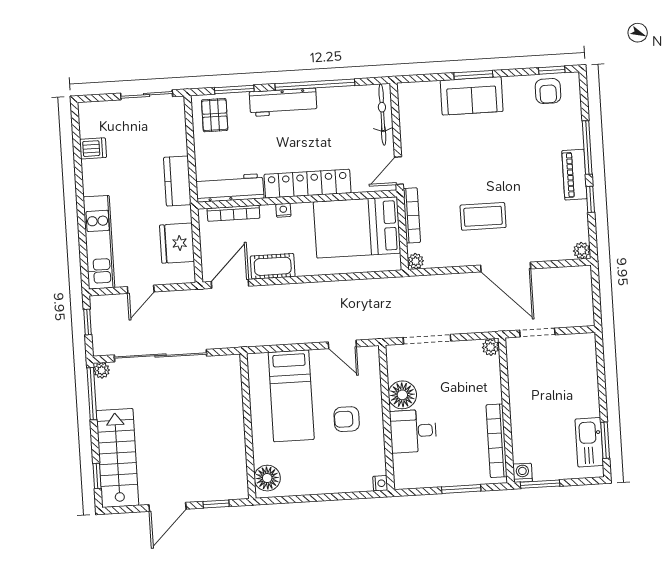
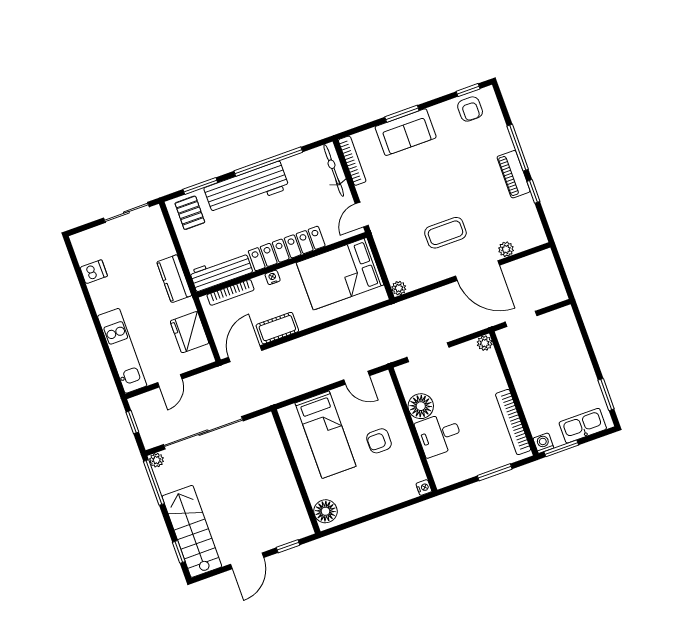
workbench: (283, 102) -> (247, 188), width x1.36, depth x1.32
bookcase: (412, 215) -> (352, 161), moved
plant: (582, 251) -> (506, 249), moved
kitchen sink: (589, 442) -> (583, 426), moved, turned 90

